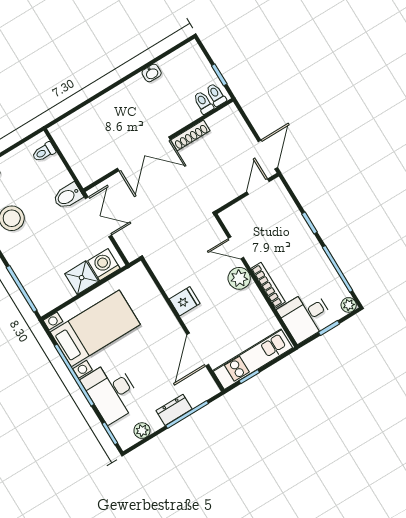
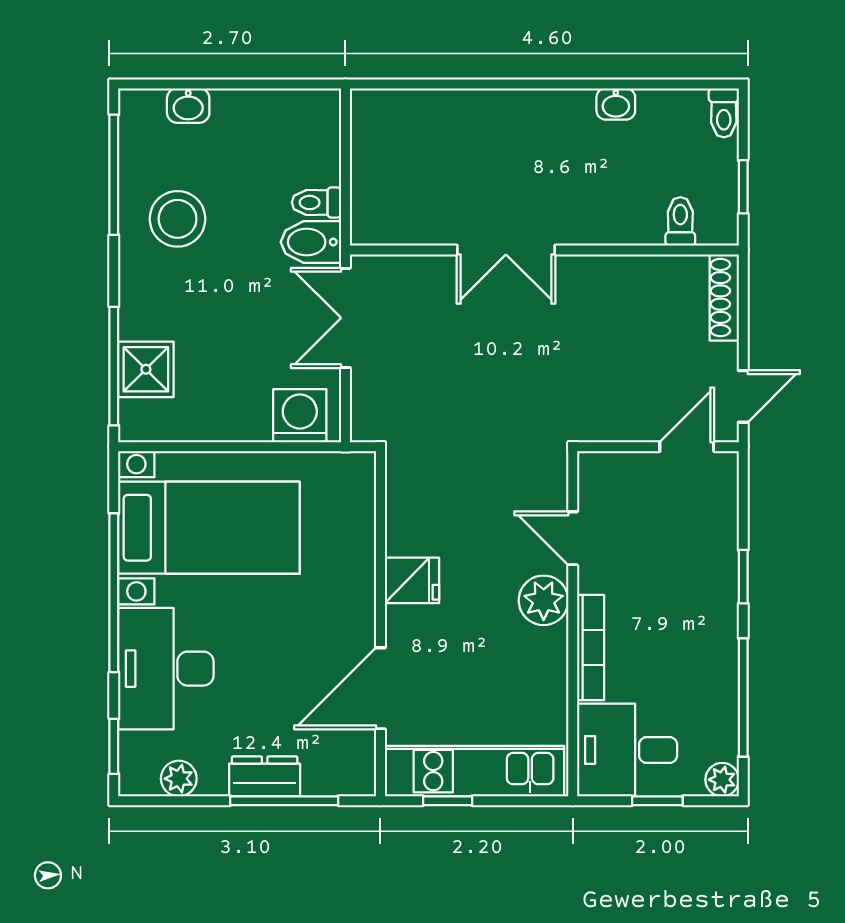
toilet: (216, 95) -> (724, 113), moved, turned 180
shoe rack: (190, 135) -> (724, 297), moved, turned 90
toilet: (44, 152) -> (316, 202), moved
double door: (144, 154) -> (506, 250), width x0.73
door: (268, 154) -> (743, 396), width x0.73
double door: (98, 217) -> (345, 318), swing flipped
shower: (82, 278) -> (146, 369), moved

